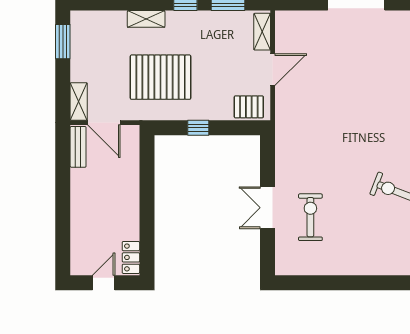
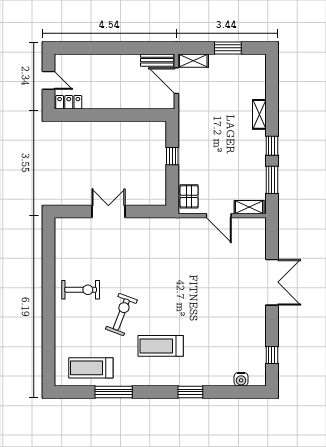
window: (63, 42) -> (228, 48), moved
pallet: (161, 77) -> (213, 126), removed
door: (104, 123) -> (176, 81), hinge flipped
exercise bike: (310, 217) -> (81, 290), moved

